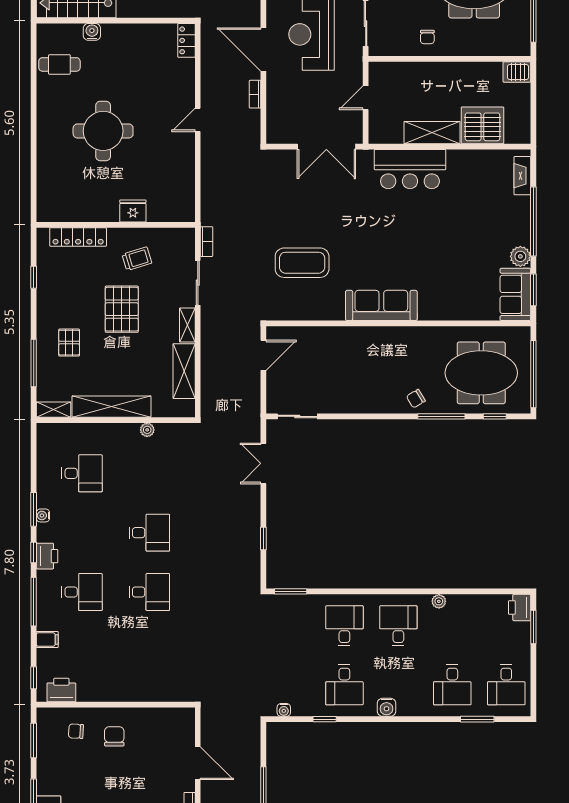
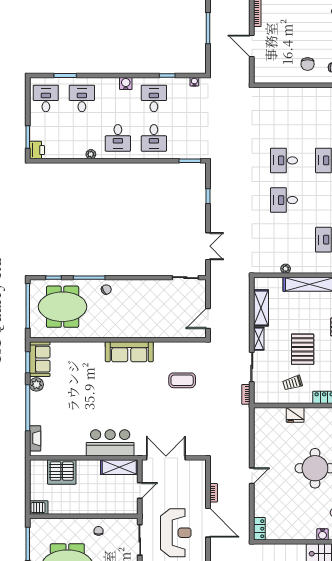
shelving: (432, 133) -> (119, 467), moved
coffee table: (302, 263) -> (182, 380), width x0.73, depth x0.76

